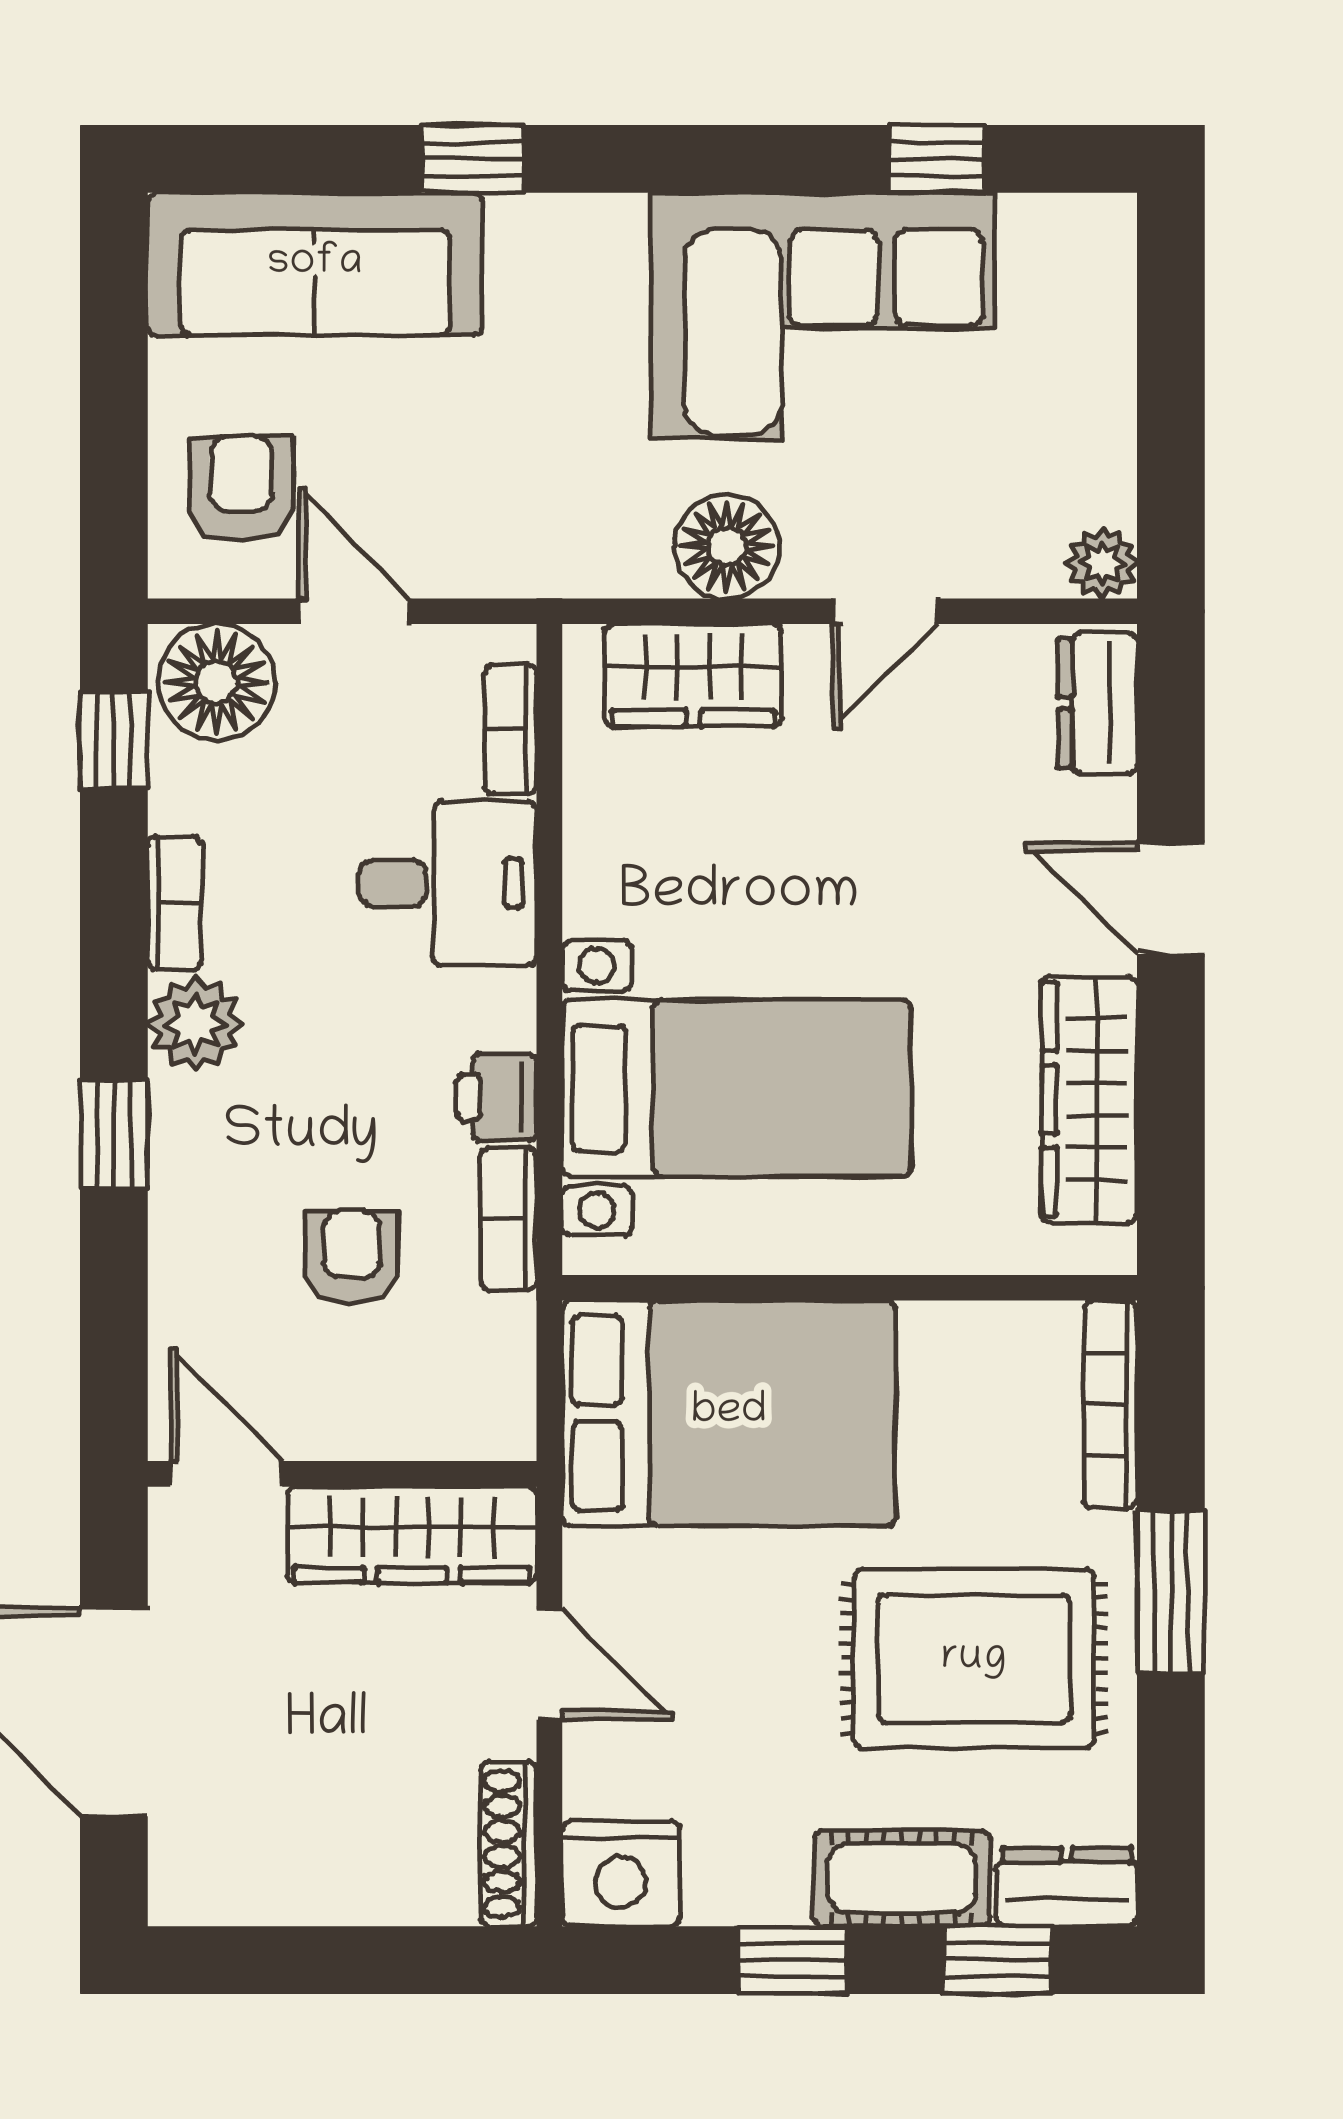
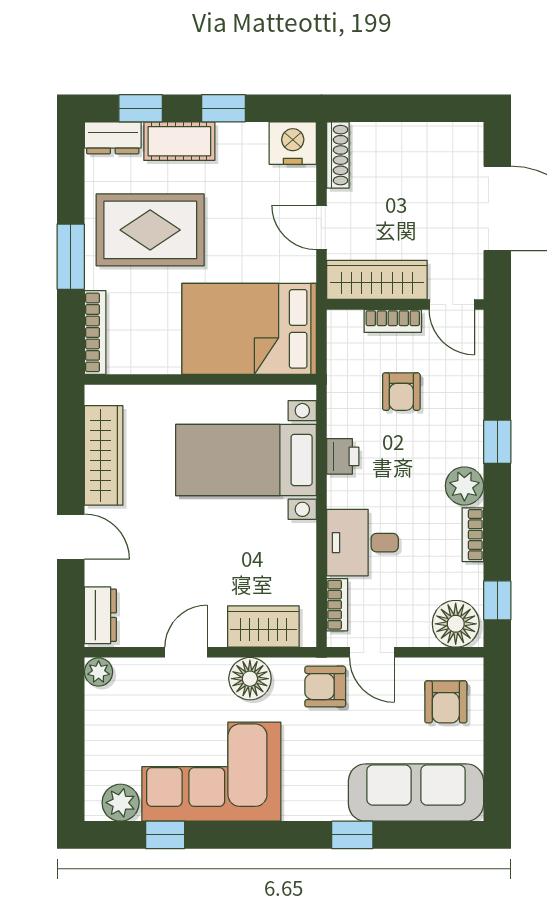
plant: (1047, 239) -> (121, 803), added
armchair: (540, 527) -> (325, 687), added
door: (354, 611) -> (372, 652), moved
bookcase: (508, 1219) -> (393, 321), moved, turned 90

